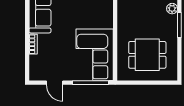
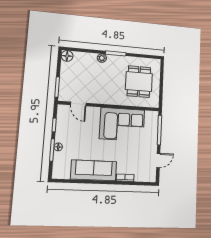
corner sofa: (95, 55) -> (122, 124), moved

